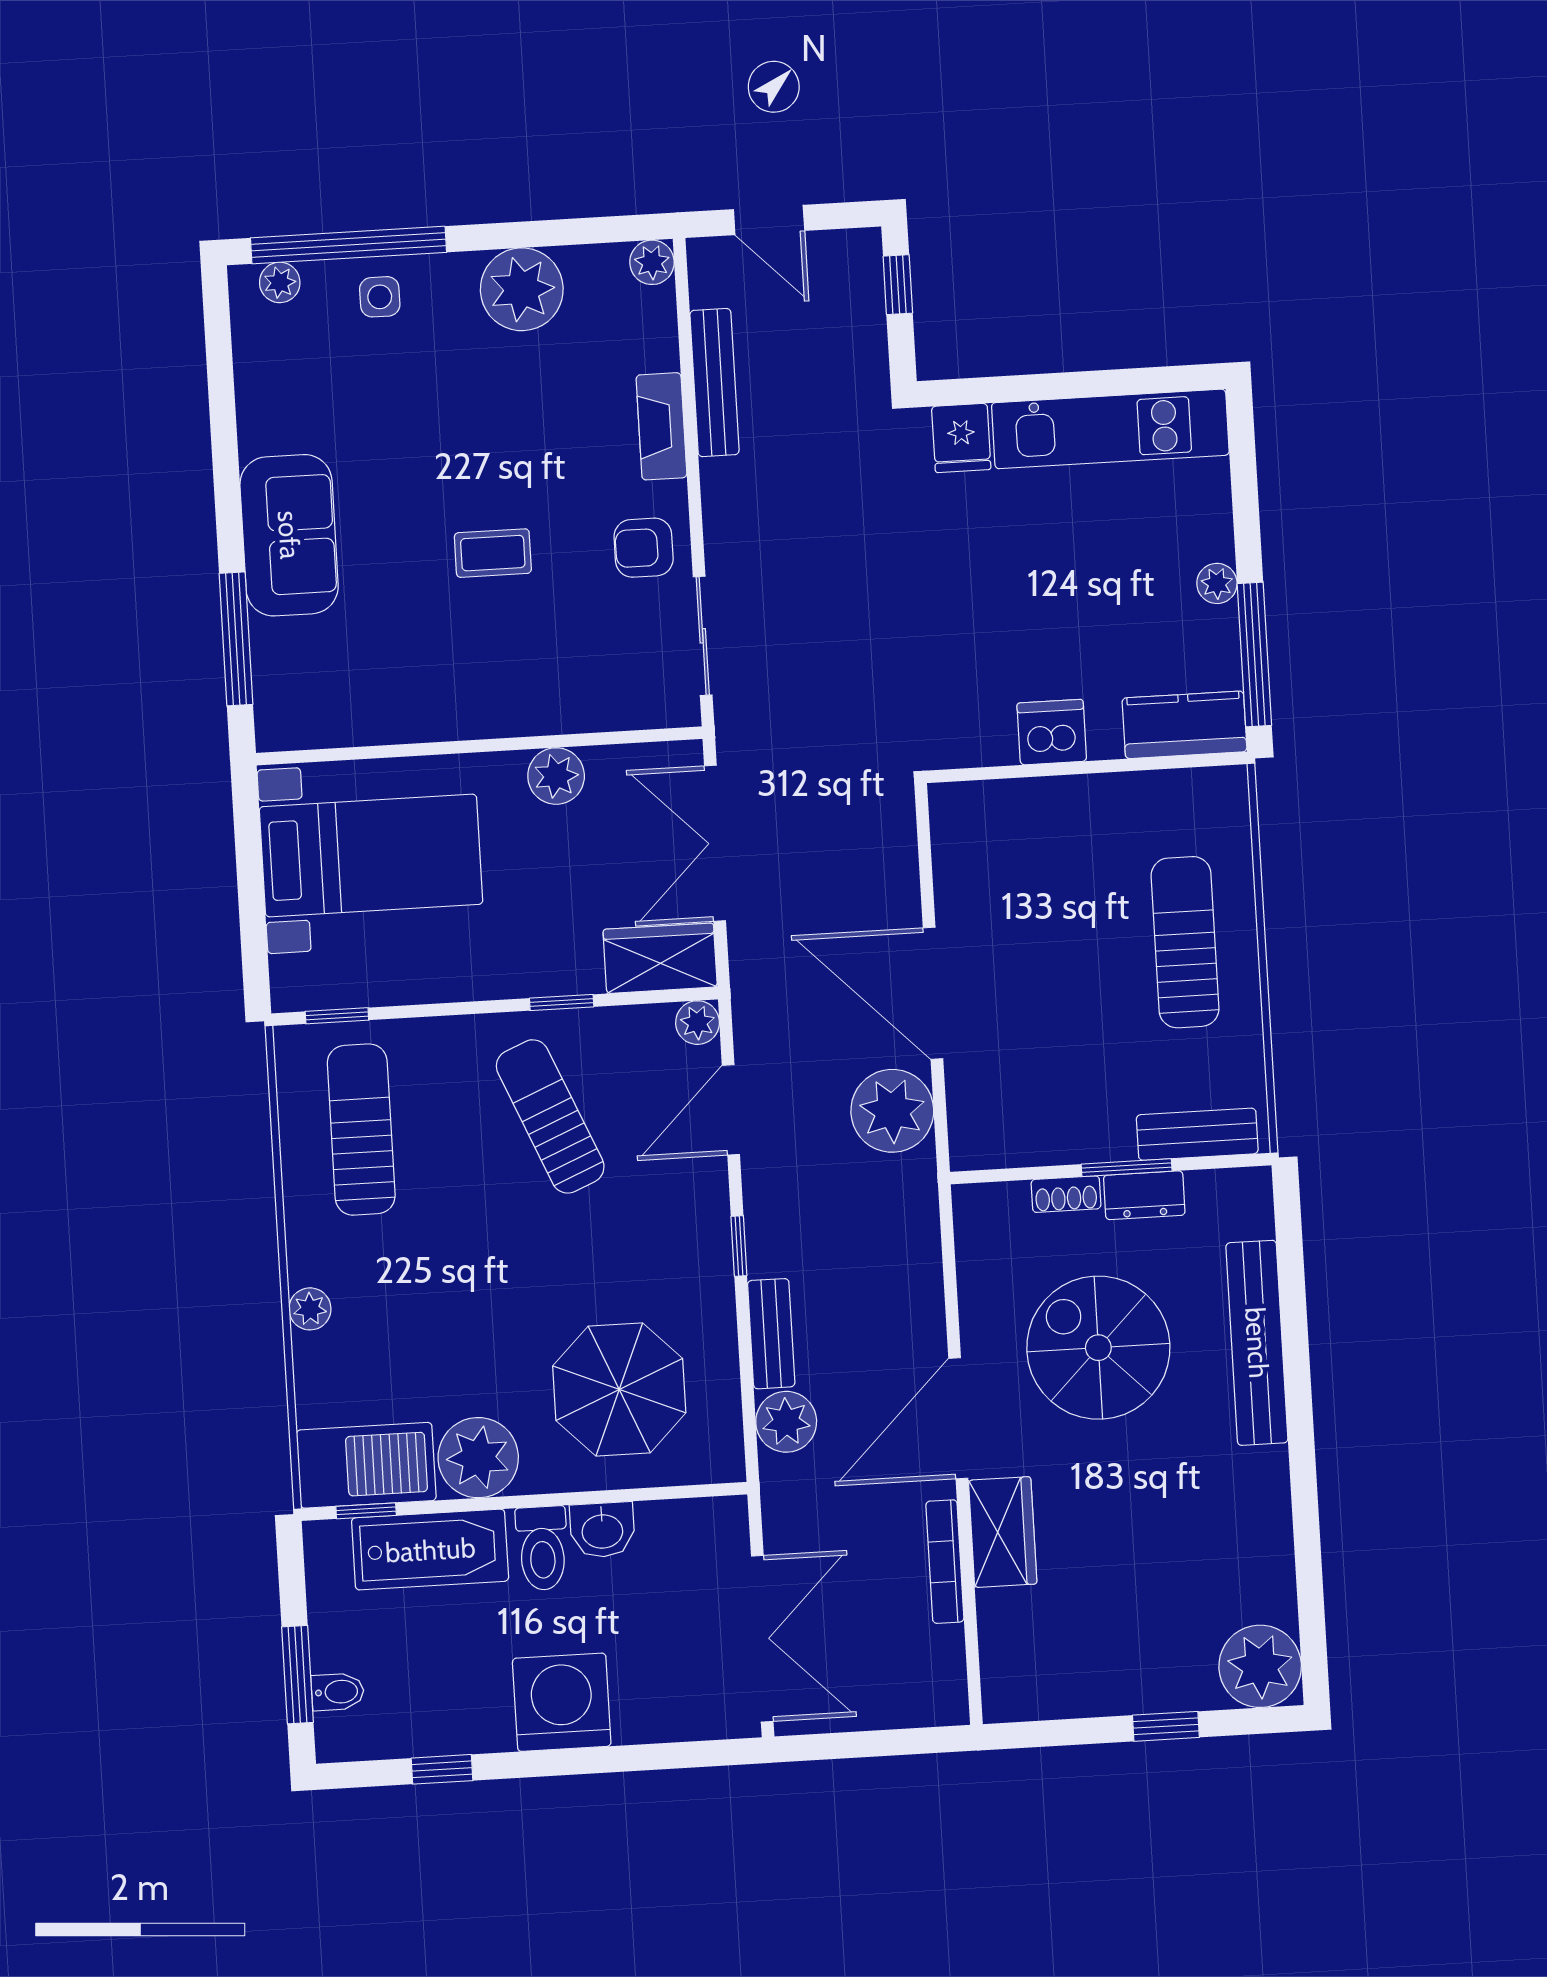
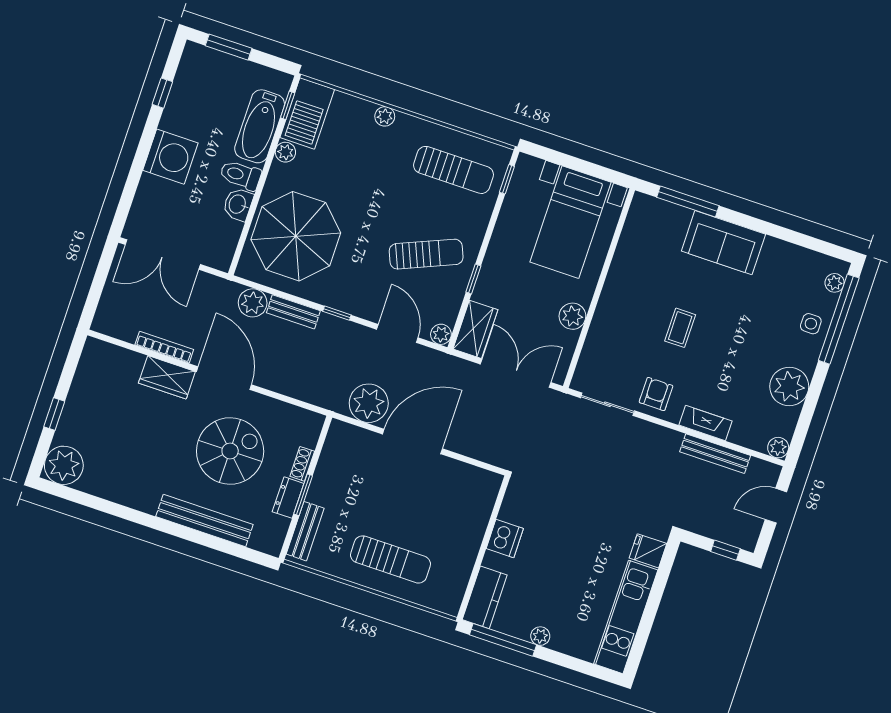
parasol: (619, 1389) -> (296, 236), width x1.36, depth x1.36
plant: (478, 1458) -> (285, 152), width x0.53, depth x0.53
bidet: (338, 1692) -> (214, 61), removed

